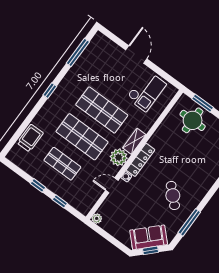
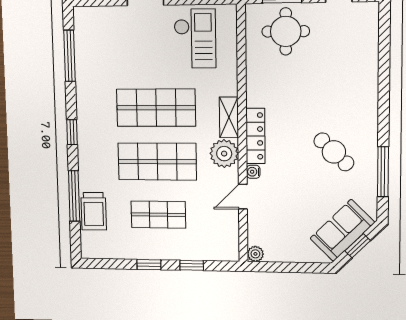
window: (26, 123) -> (74, 196), added
trolley: (30, 138) -> (94, 211), turned 180

